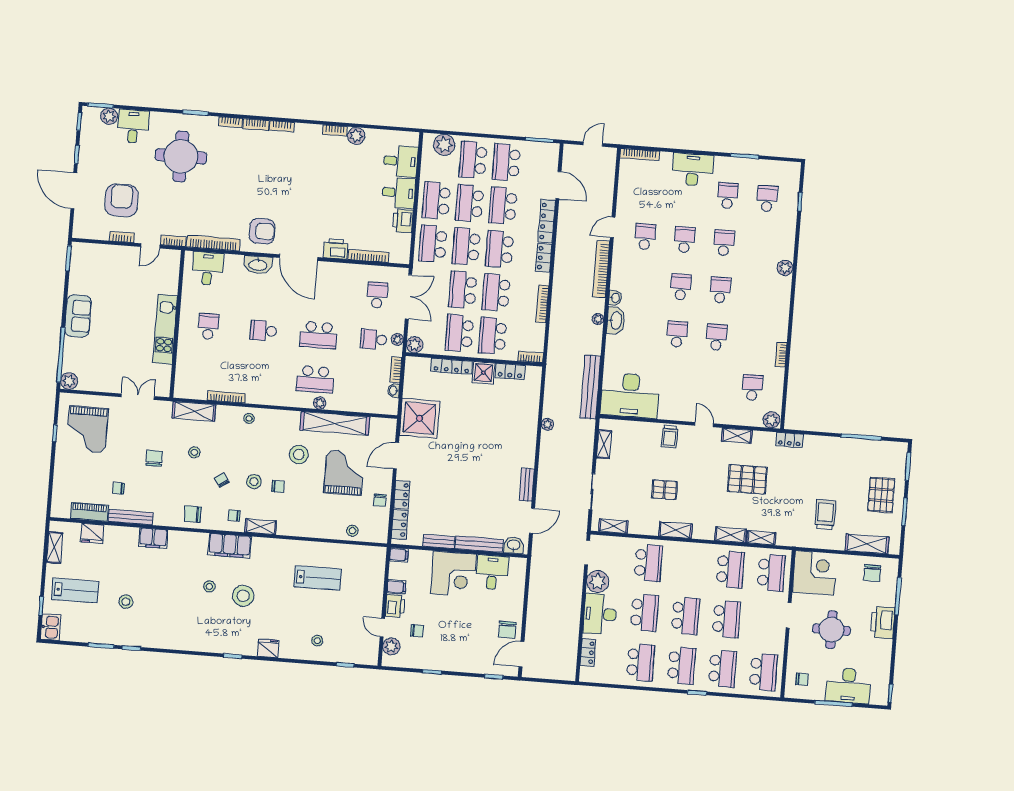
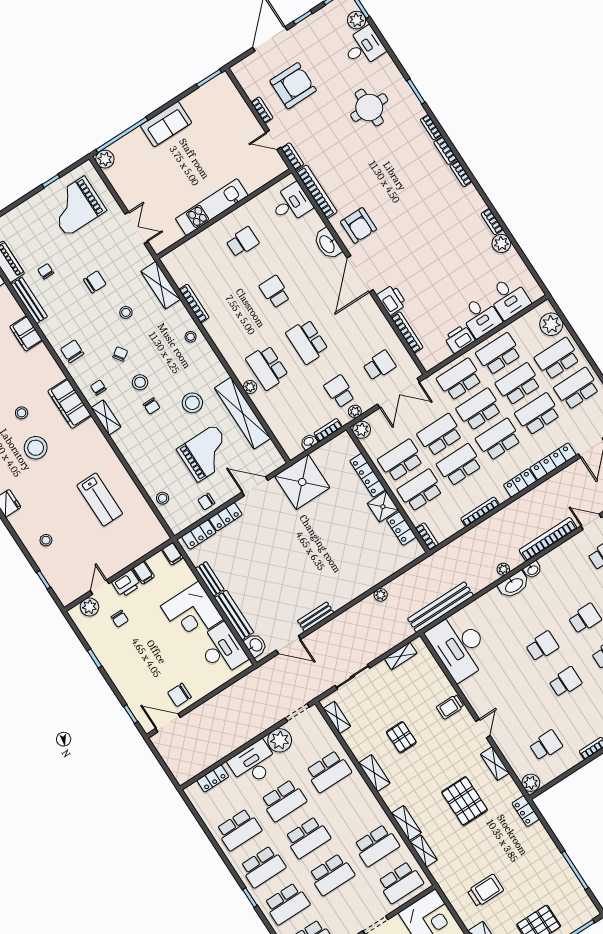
round table: (181, 156) -> (369, 108), width x0.73, depth x0.73
desk: (492, 572) -> (222, 650), width x1.37

